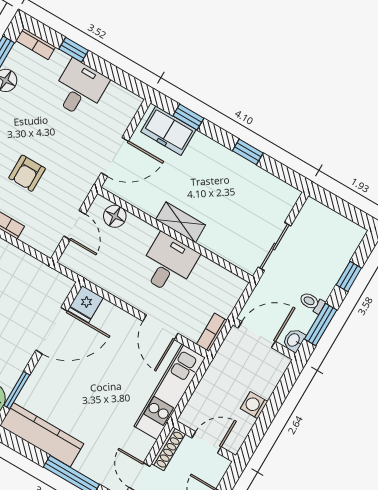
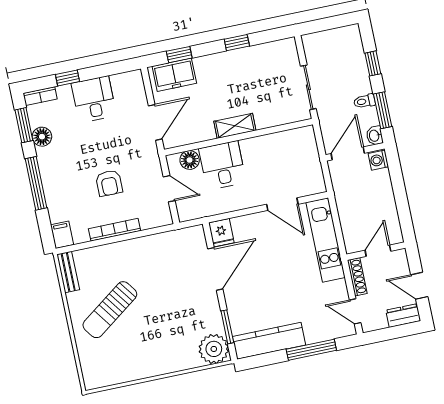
desk: (168, 264) -> (222, 165), moved
bookcase: (212, 332) -> (318, 178), removed
washing machine: (254, 405) -> (378, 160), moved

